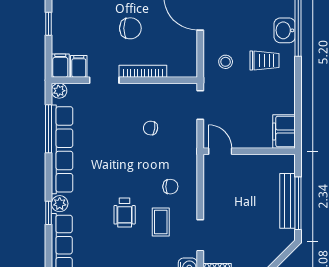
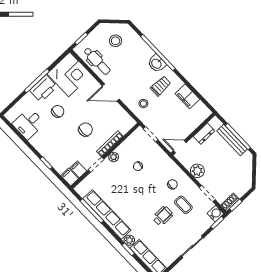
plant: (59, 91) -> (114, 157), moved
filing cabinet: (284, 132) -> (187, 96), moved
dresser: (262, 163) -> (204, 134), added
plant: (214, 198) -> (197, 171), added
wheelchair: (125, 212) -> (163, 216), turned -90

